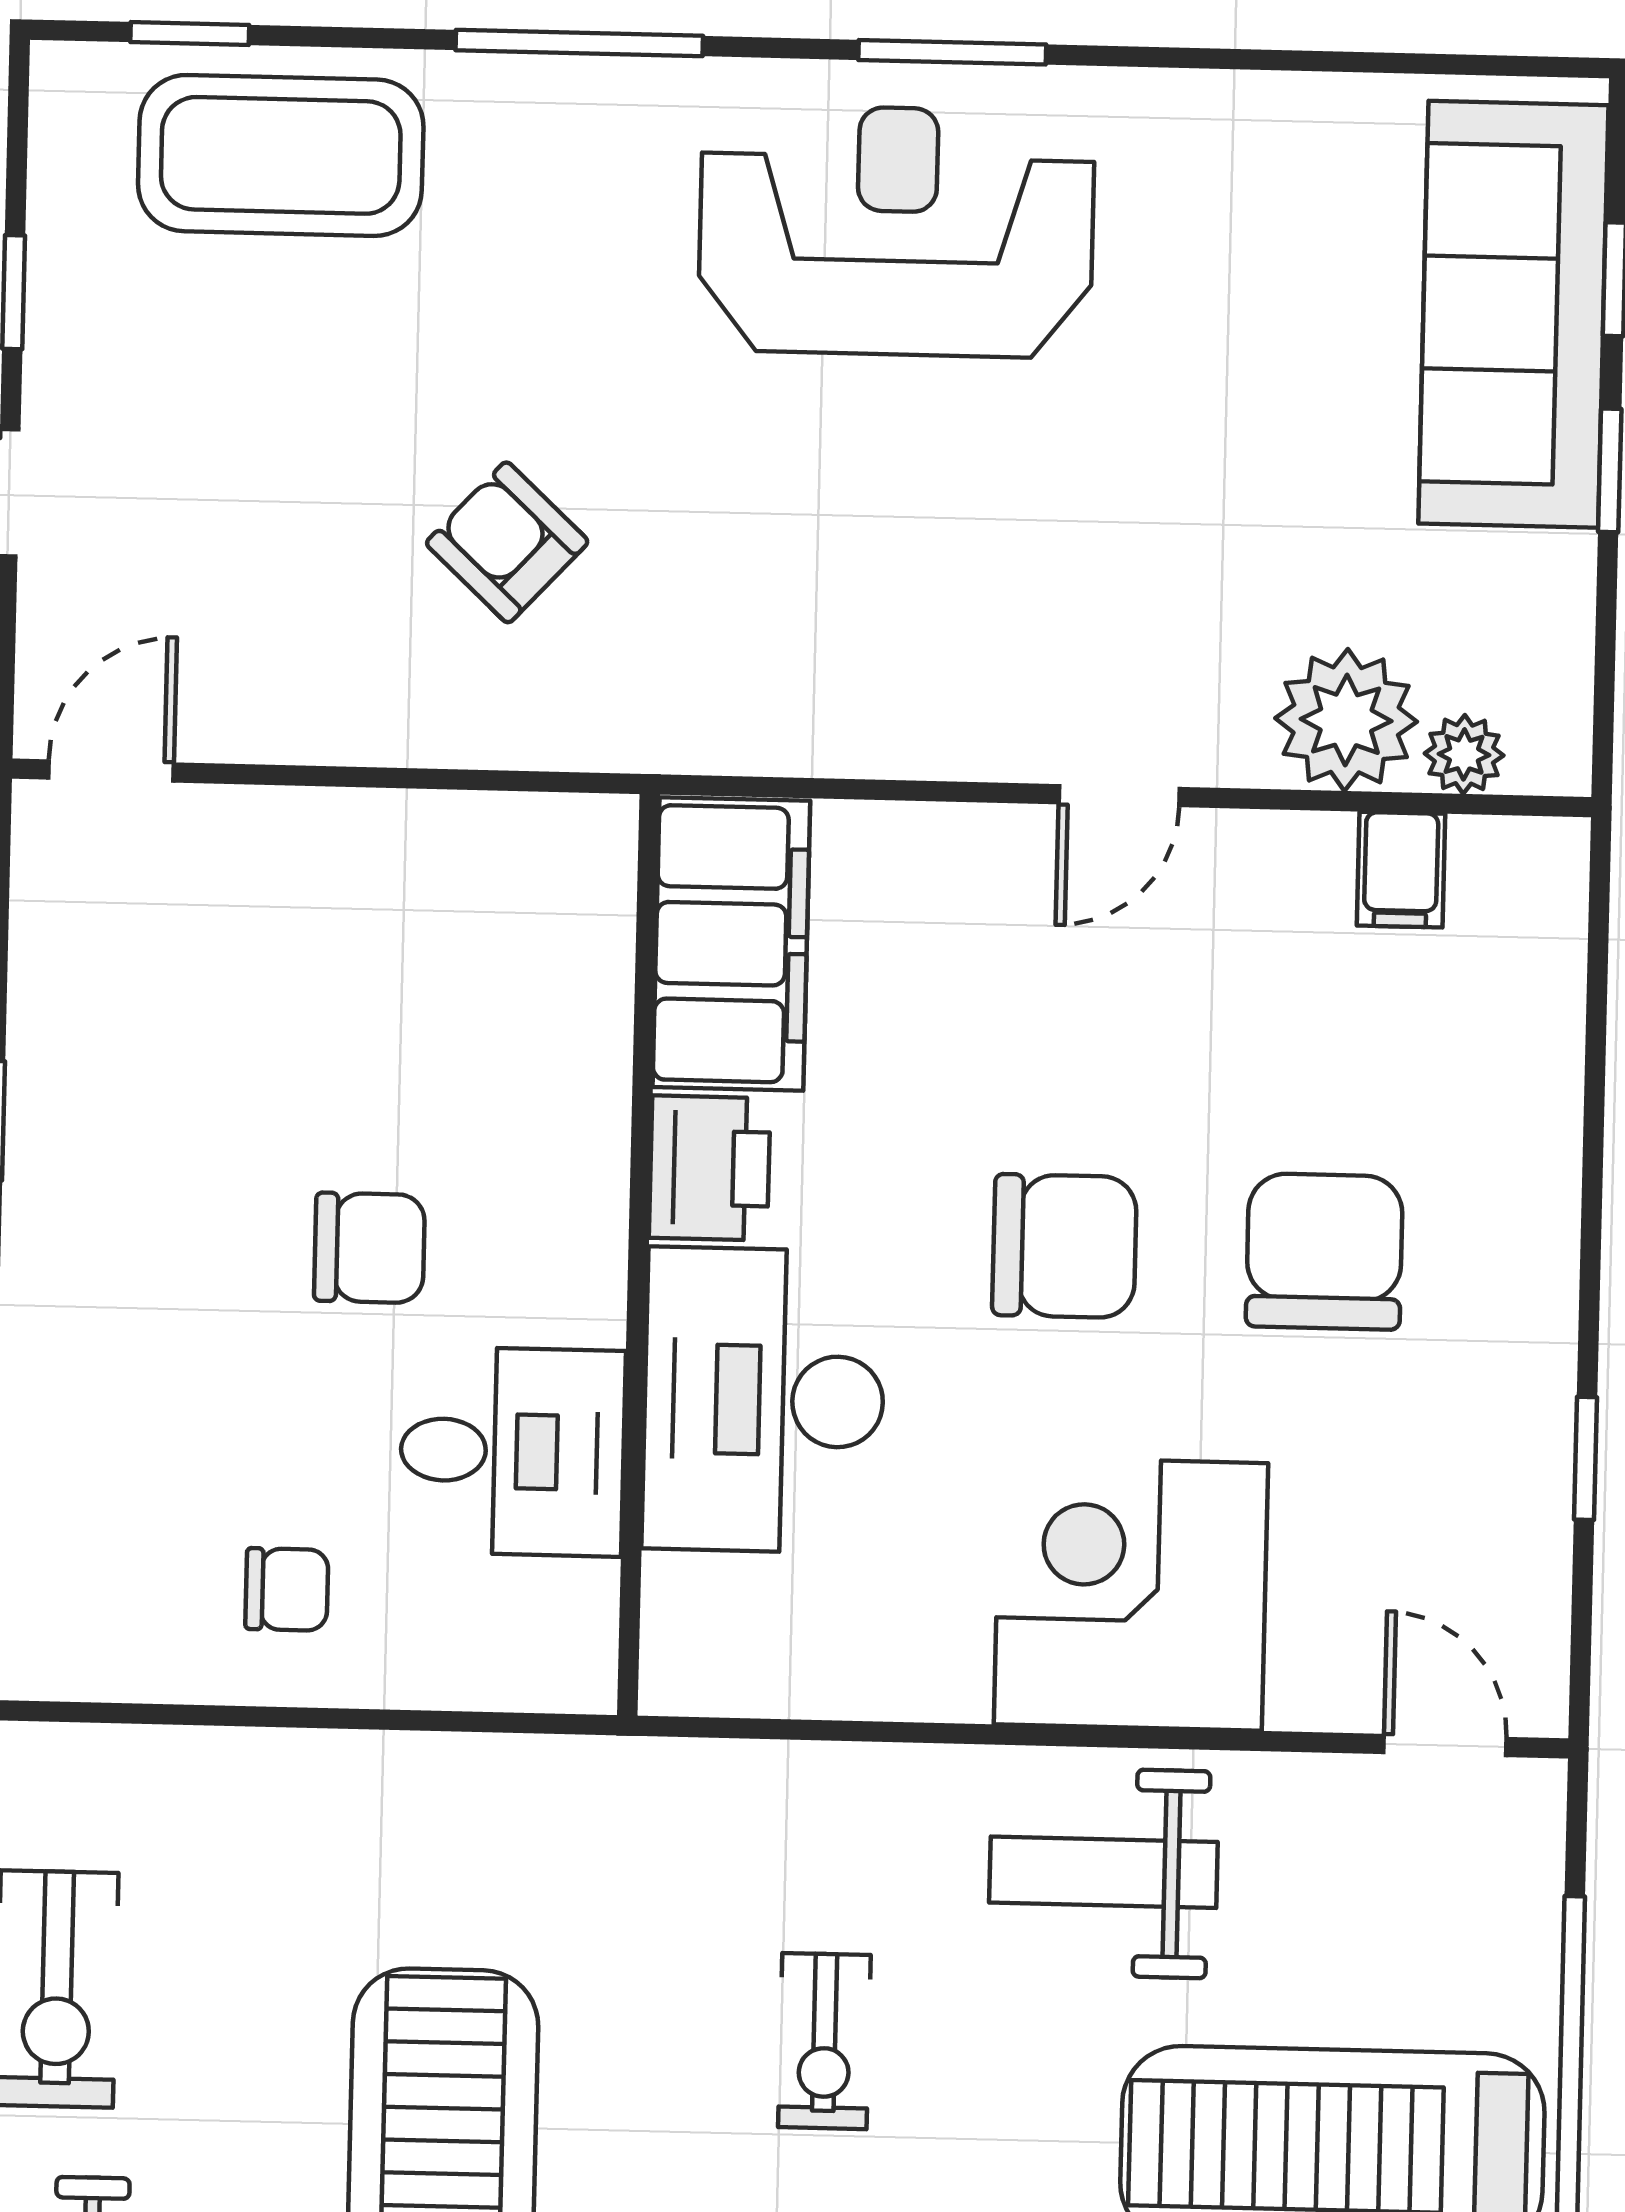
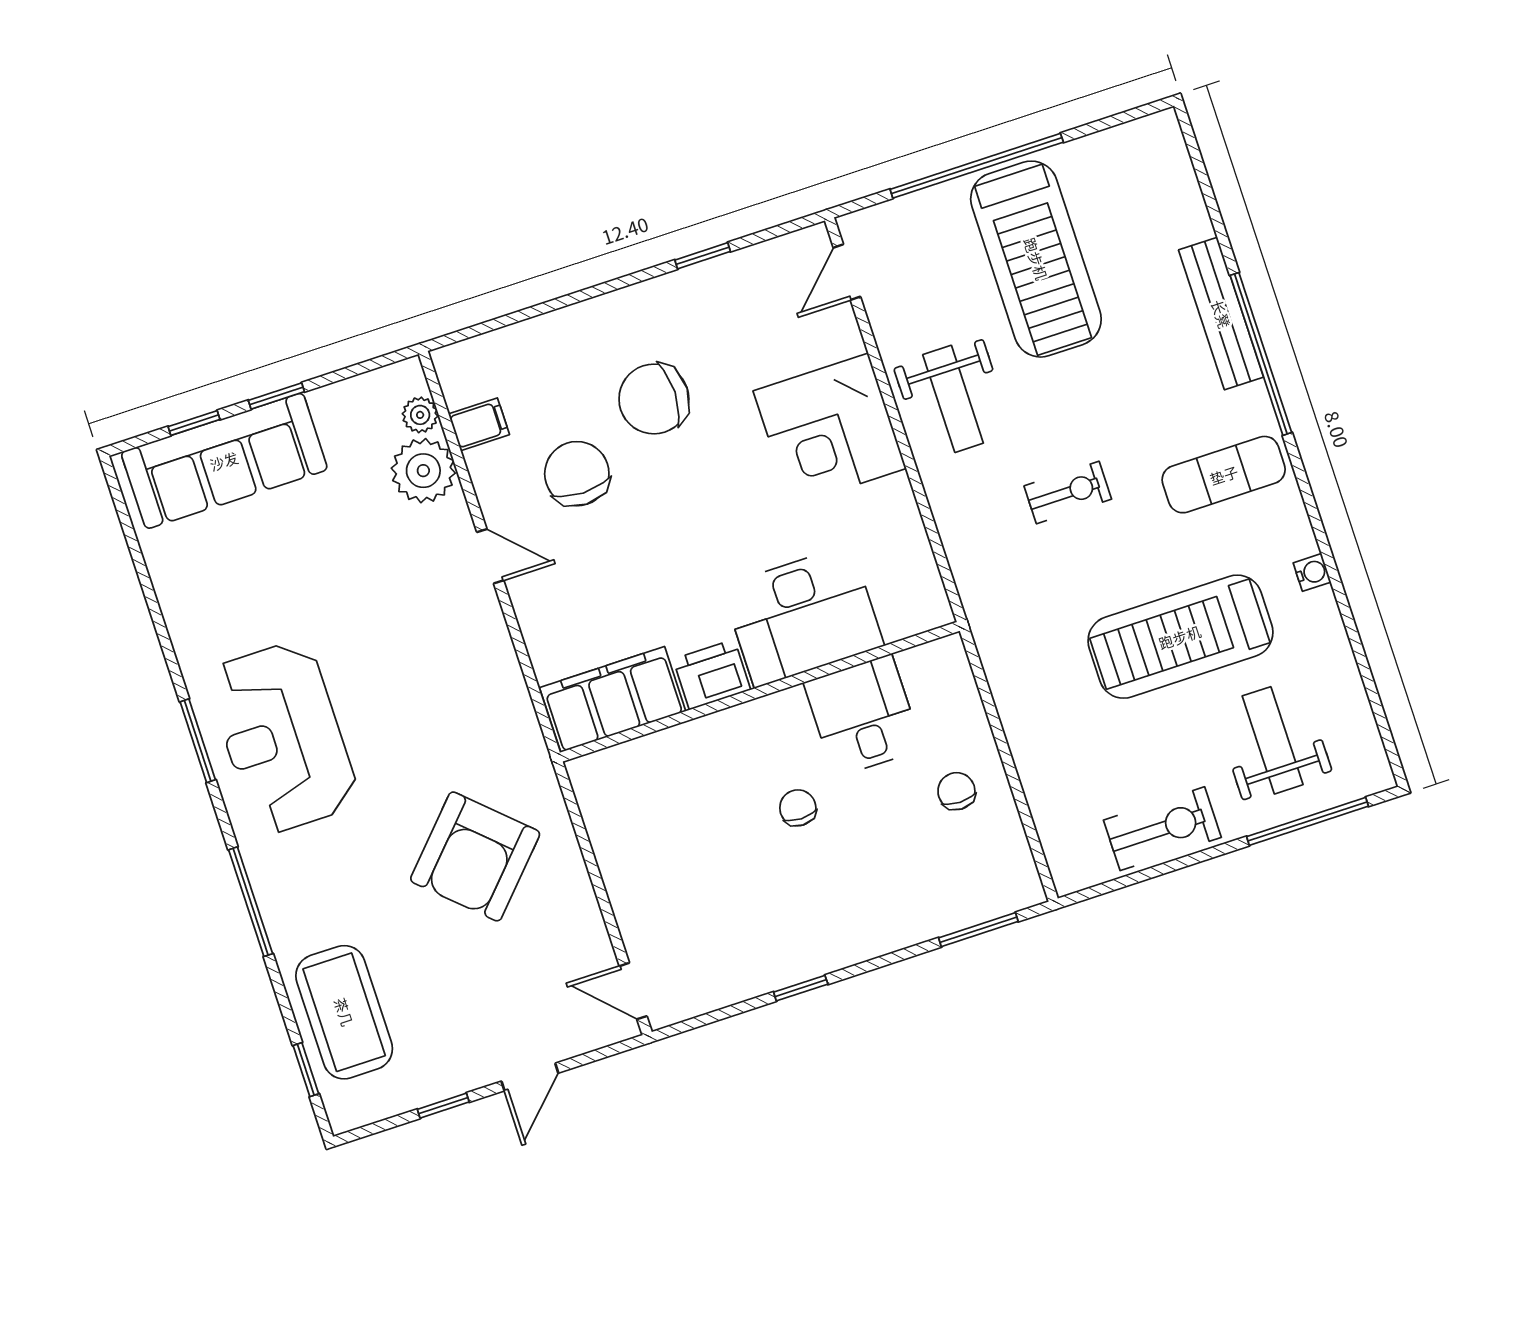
armchair: (507, 542) -> (475, 856), width x1.88, depth x1.88
chair: (1065, 1246) -> (577, 474), moved
chair: (369, 1248) -> (798, 808), width x0.73, depth x0.73

